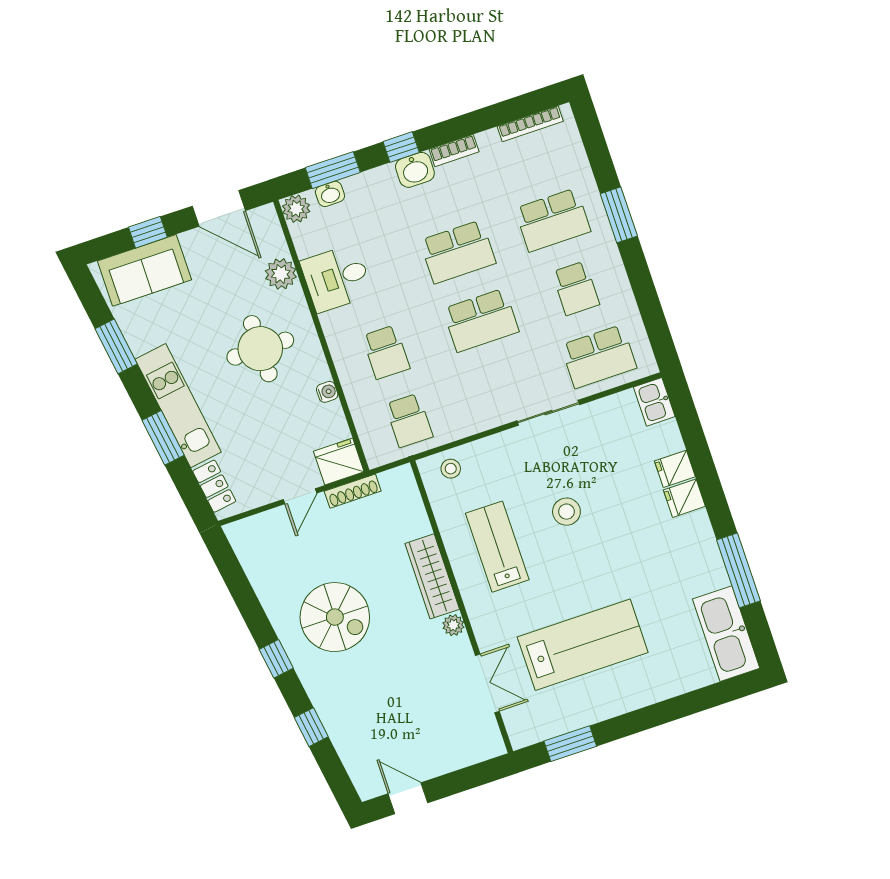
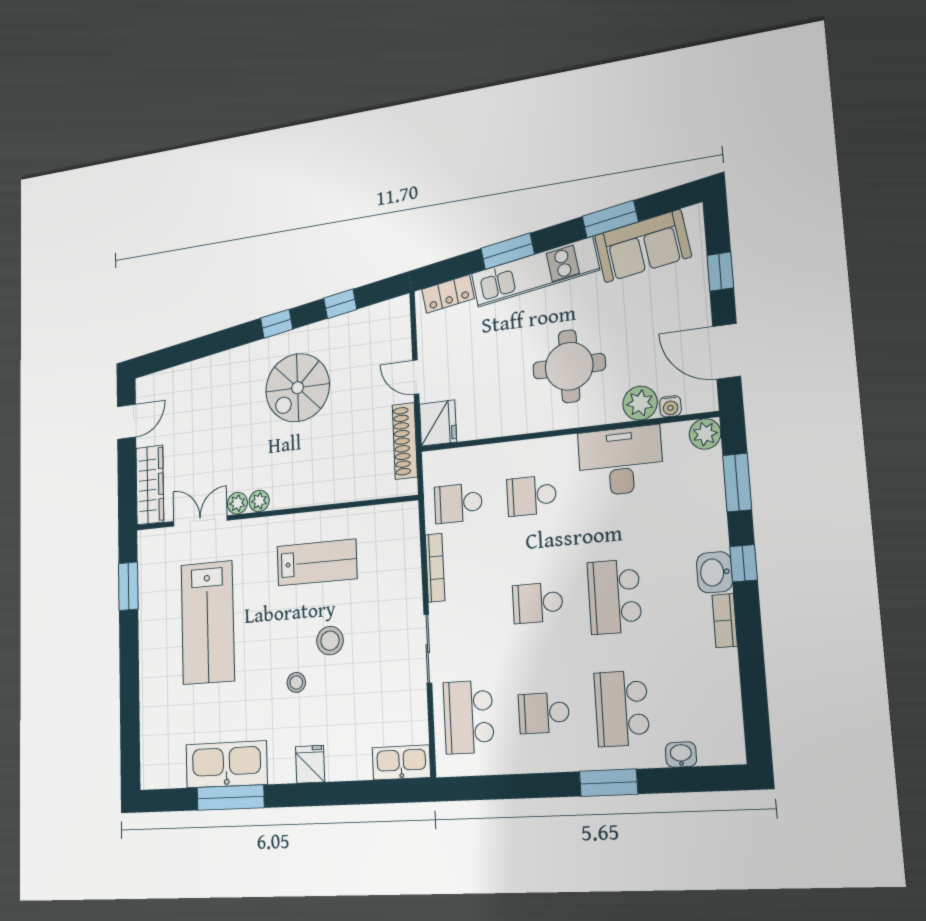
bookcase: (530, 124) -> (435, 568), moved, turned 180
washbasin: (330, 194) -> (681, 755), moved, turned 90
door: (219, 208) -> (727, 351), hinge flipped
sofa: (144, 270) -> (643, 246), moved, turned -99
desk: (337, 278) -> (620, 461), width x1.37
school desk: (481, 320) -> (538, 603), width x0.54
water cooler: (327, 392) -> (670, 406), moved
kitchen sink: (654, 402) -> (401, 762), width x1.38
stool: (451, 469) -> (296, 682), moved
fridge: (675, 469) -> (340, 763), removed
shoe rack: (353, 491) -> (405, 441), width x1.36, depth x1.24
wardrobe: (432, 576) -> (150, 485), moved, turned 90
kitchen sink: (726, 634) -> (226, 764), moved
plant: (461, 648) -> (237, 503), added
double door: (487, 683) -> (200, 521), swing flipped
window: (311, 727) -> (340, 304), moved

